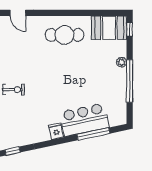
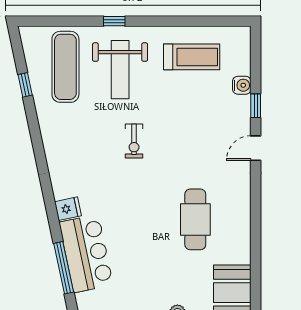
cafe table: (64, 35) -> (195, 219), moved
window: (13, 151) -> (37, 139), removed

